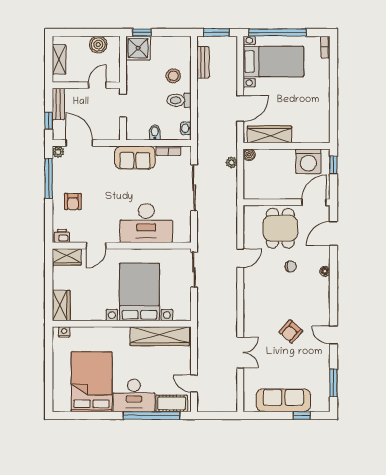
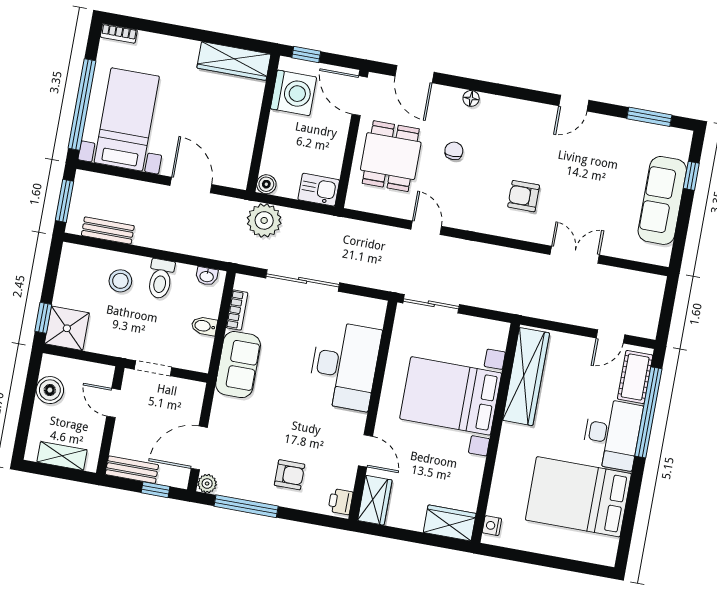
wardrobe: (270, 134) -> (234, 61), moved, turned -90
plant: (232, 162) -> (264, 220), width x1.87, depth x1.87
kitchen sink: (252, 188) -> (319, 190), added
dining table: (280, 228) -> (391, 156), turned 90
armchair: (291, 332) -> (524, 196), moved, turned 138

